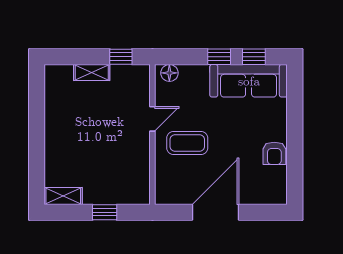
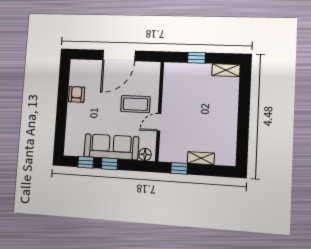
sofa: (249, 81) -> (111, 147), moved

